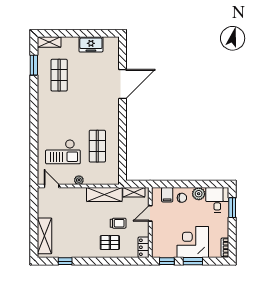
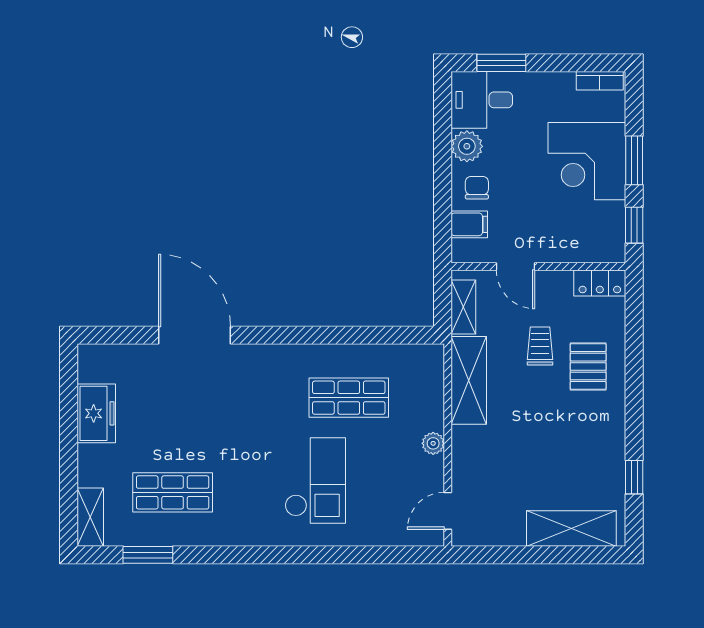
checkout: (63, 152) -> (315, 481), moved

